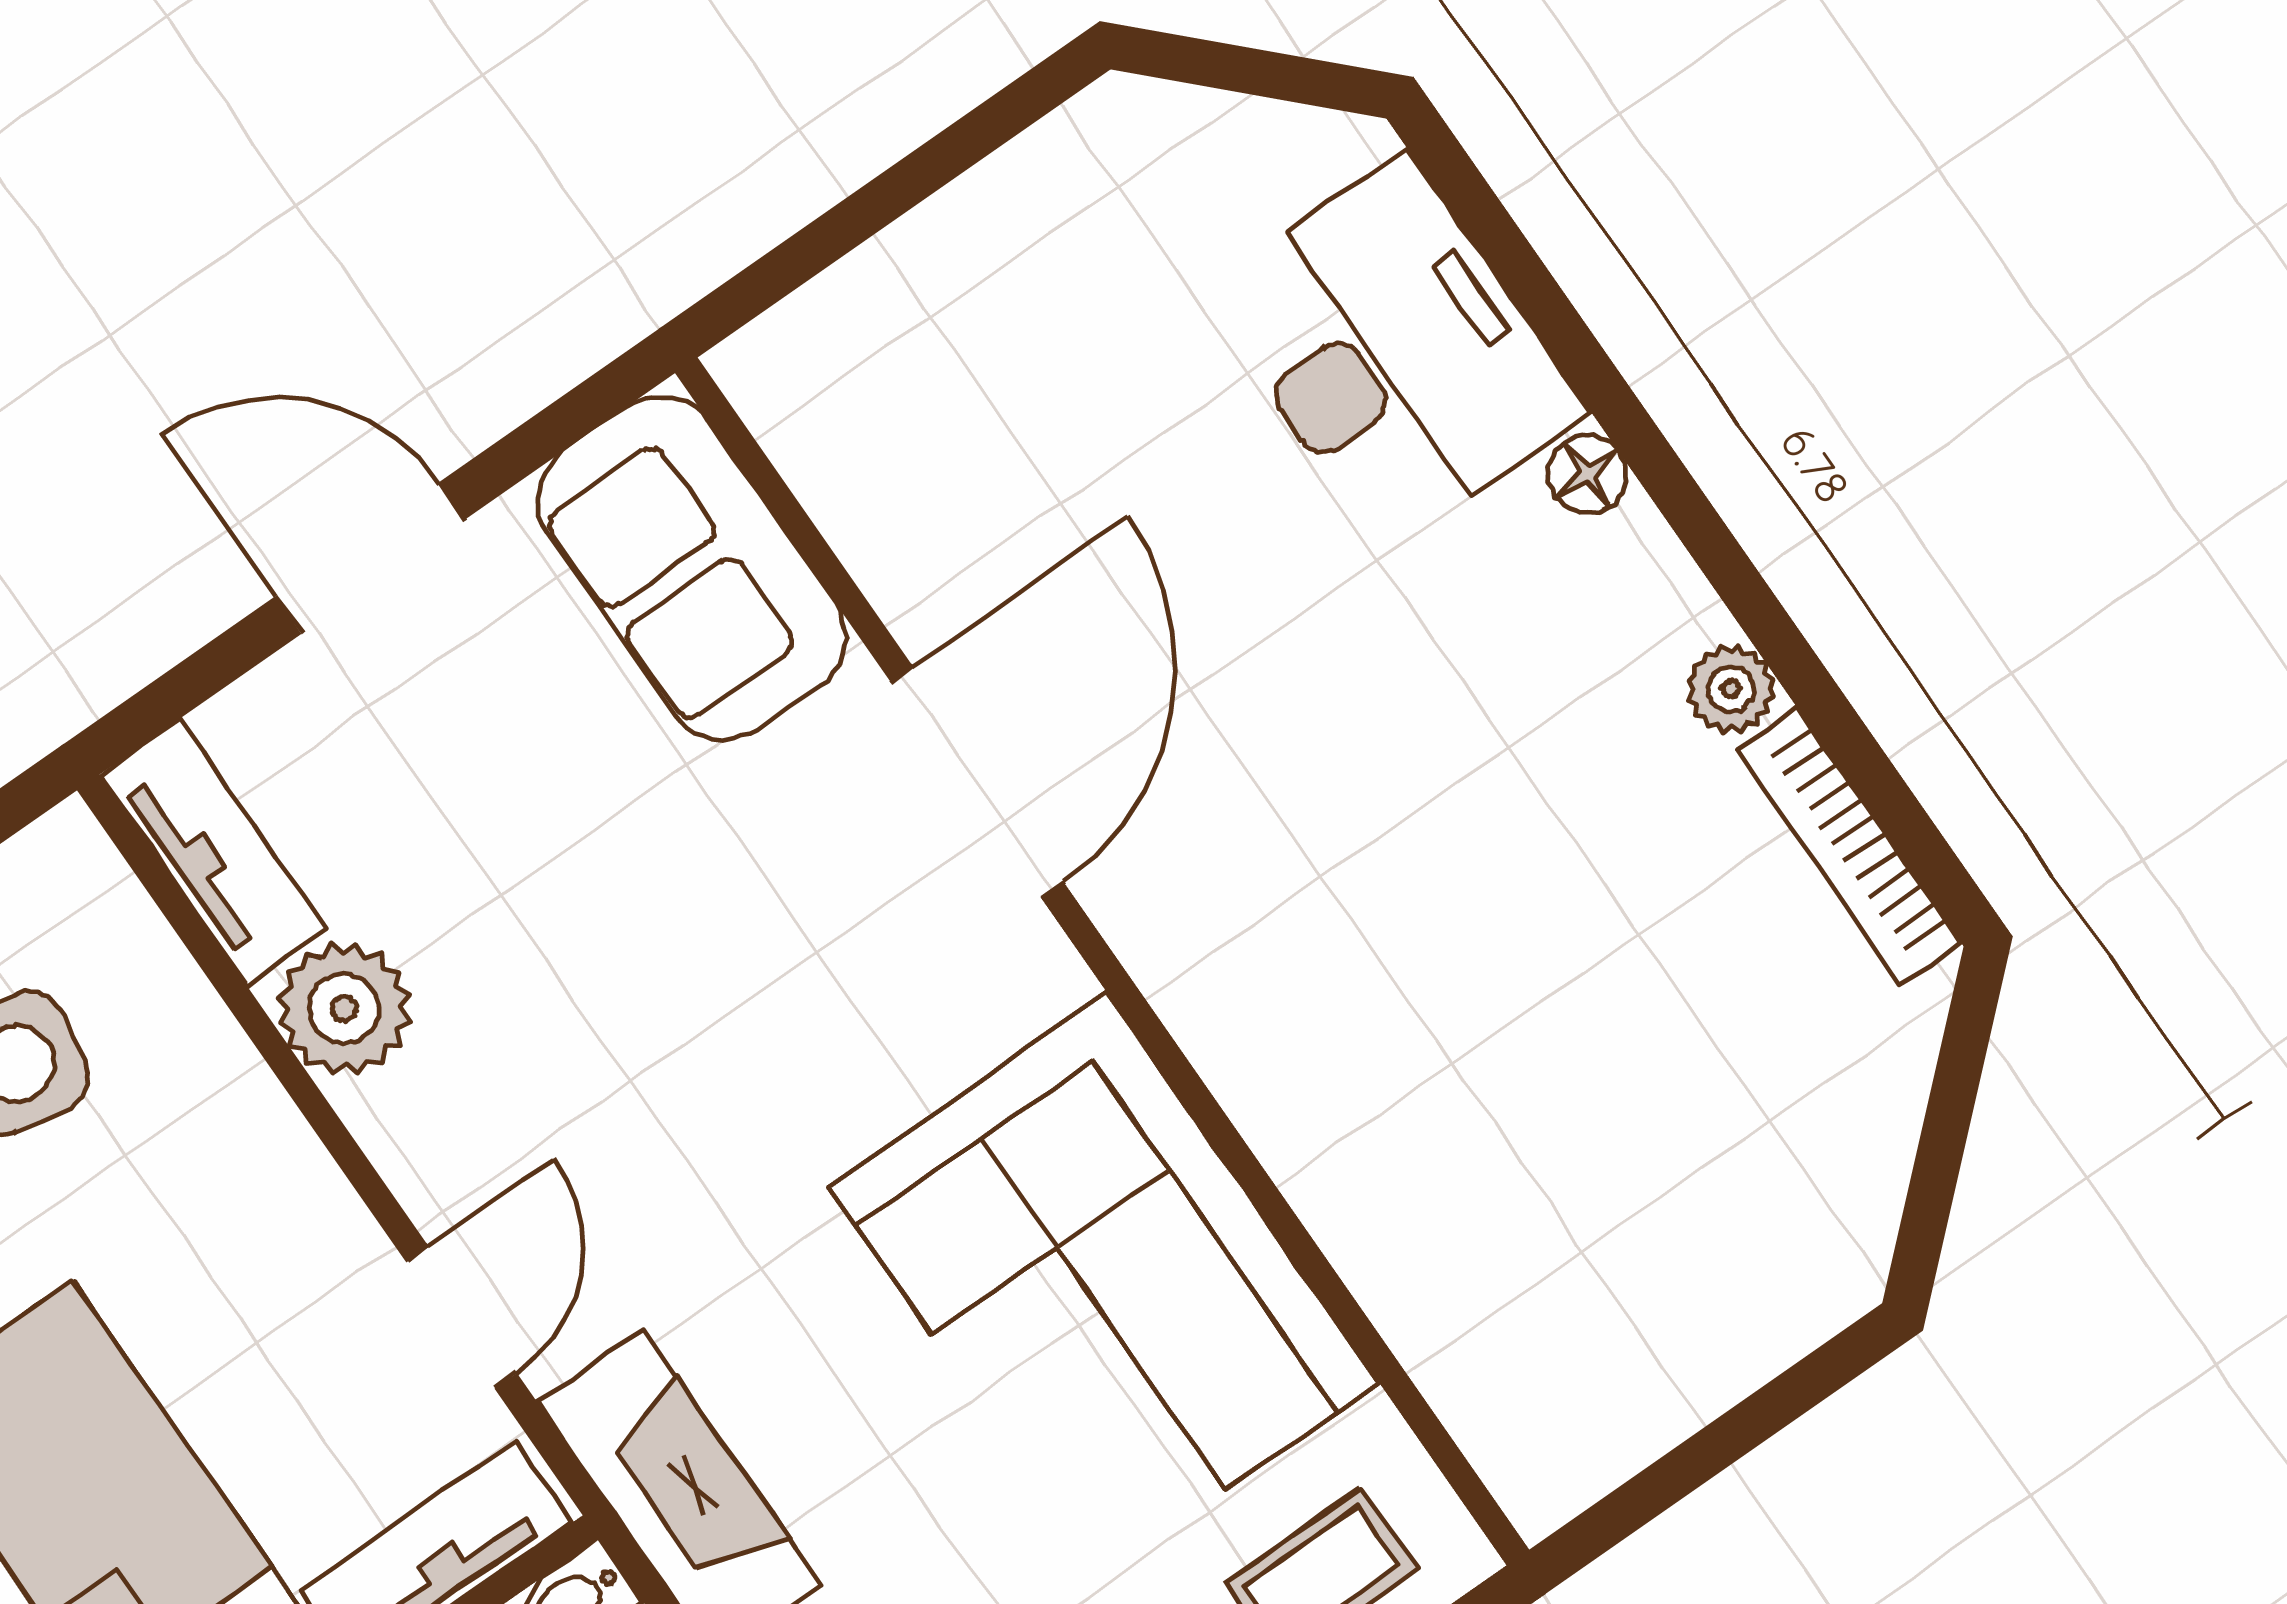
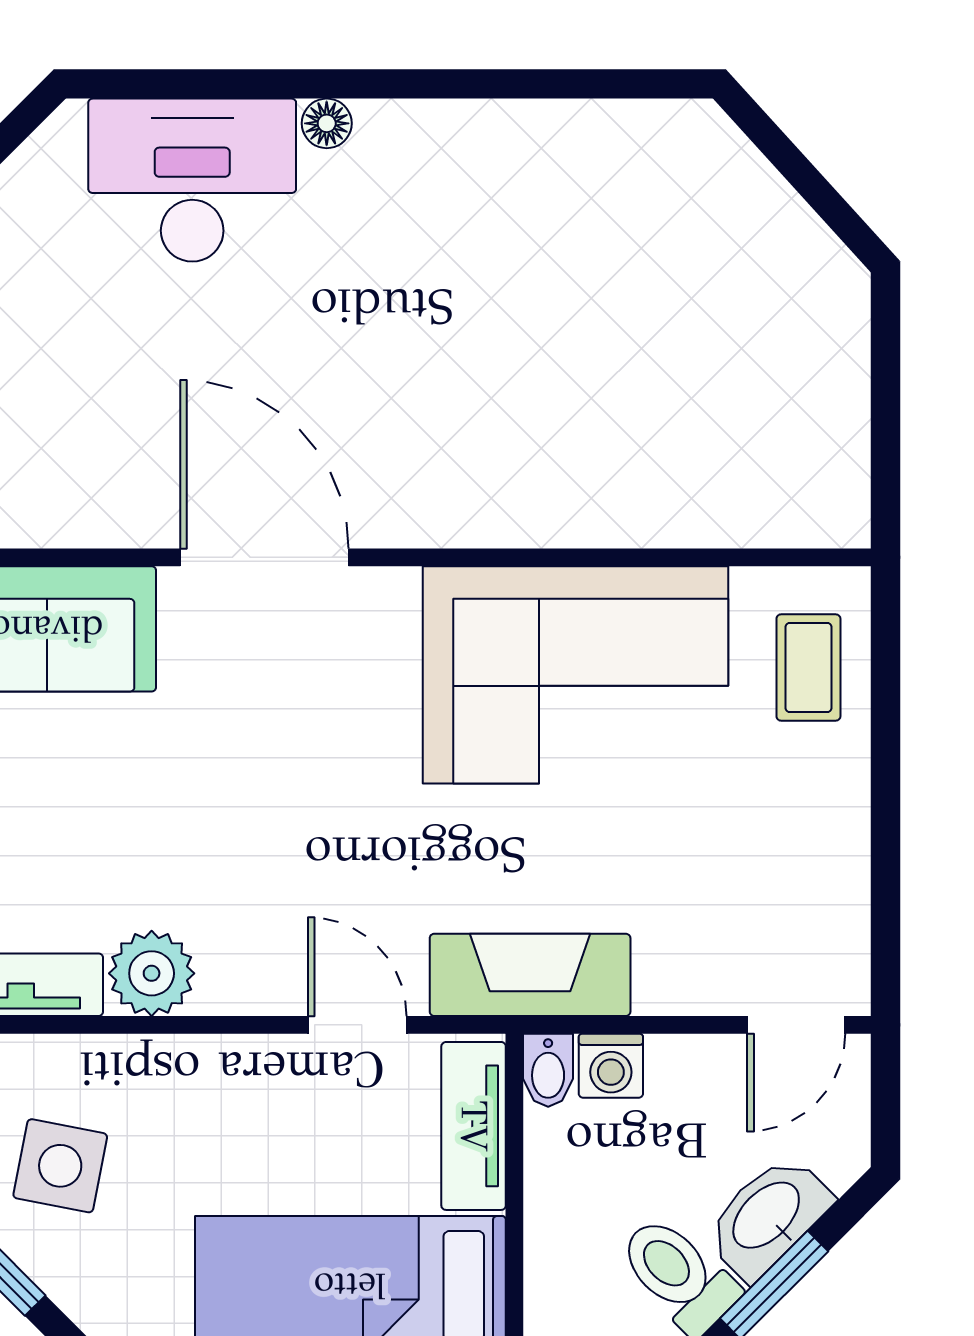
plant: (1731, 689) -> (492, 126), removed
bookcase: (1849, 846) -> (618, 122), removed

